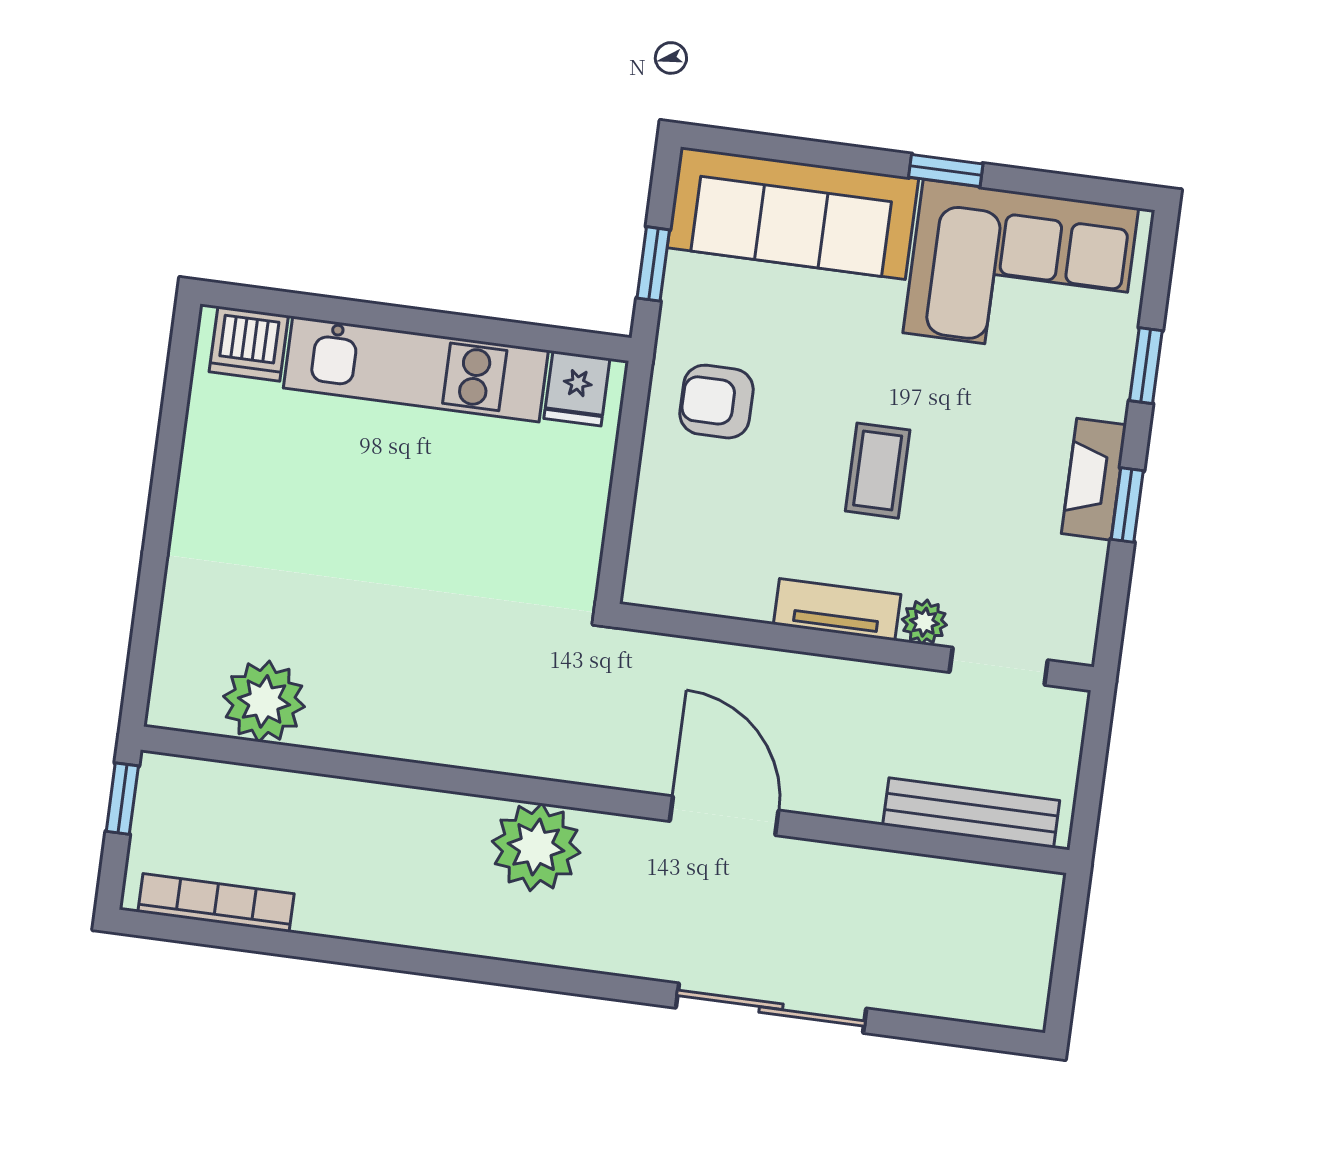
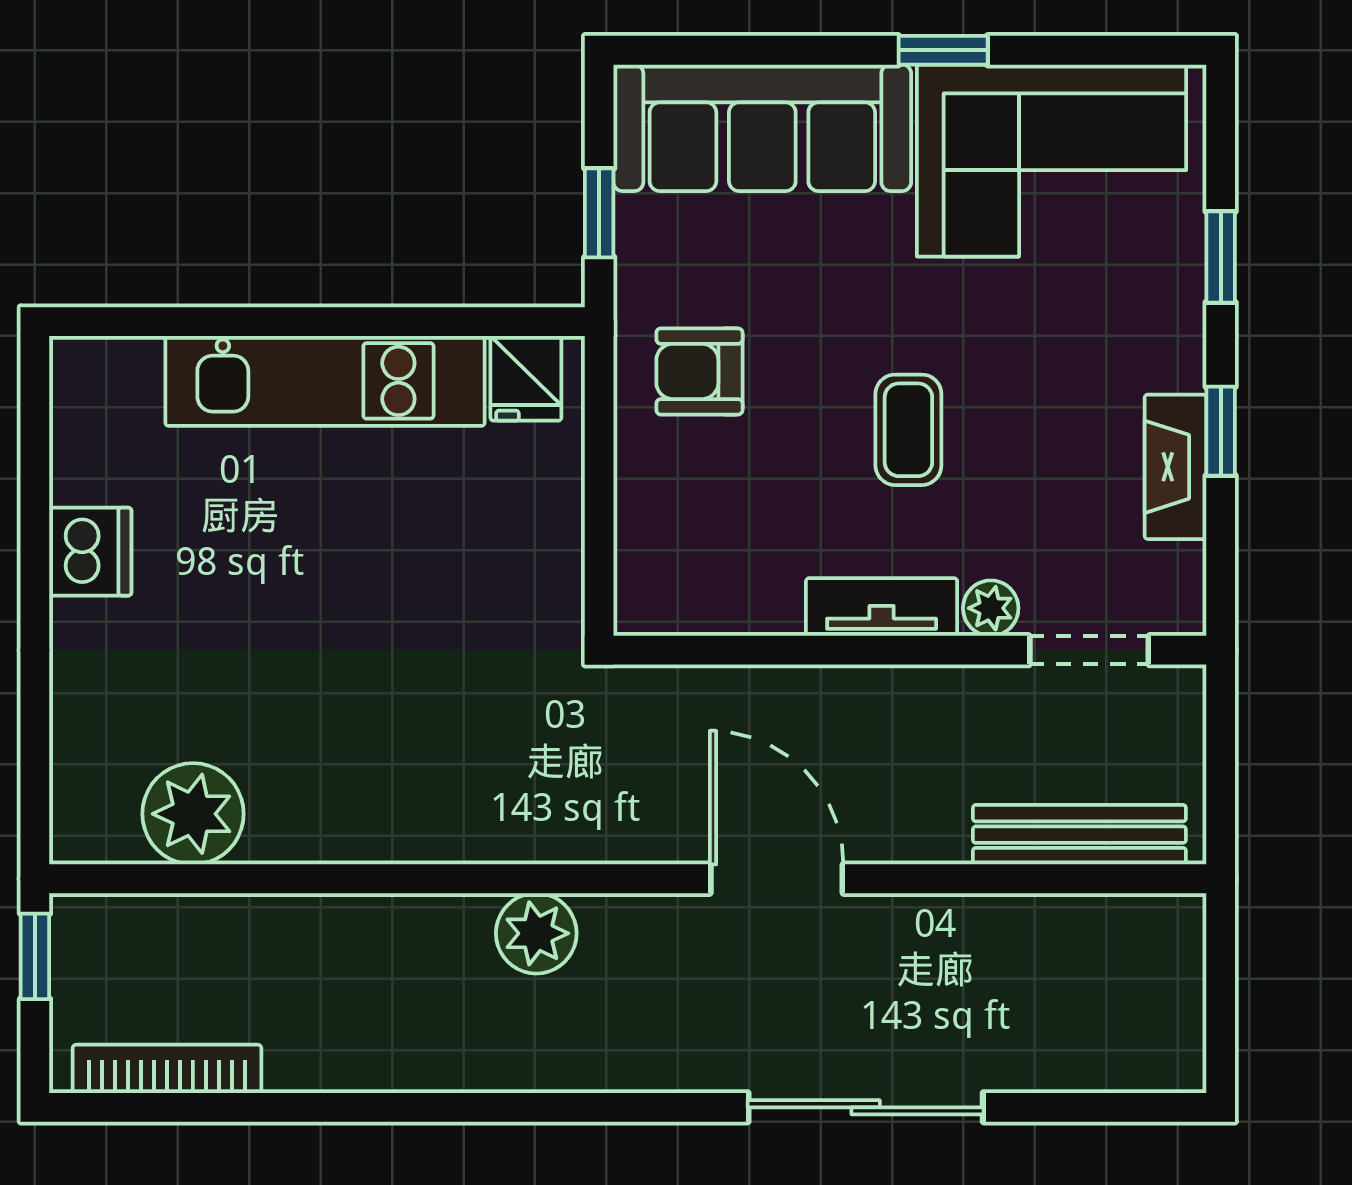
dishwasher: (249, 344) -> (90, 552), moved, turned -90
fireplace: (1094, 479) -> (1175, 467), moved
plant: (536, 847) -> (536, 933), width x0.73, depth x0.73

